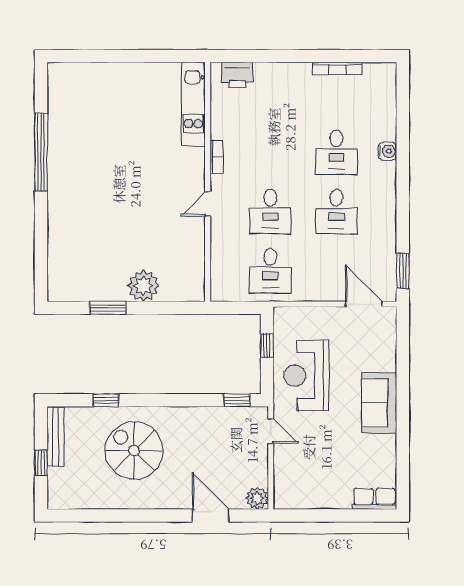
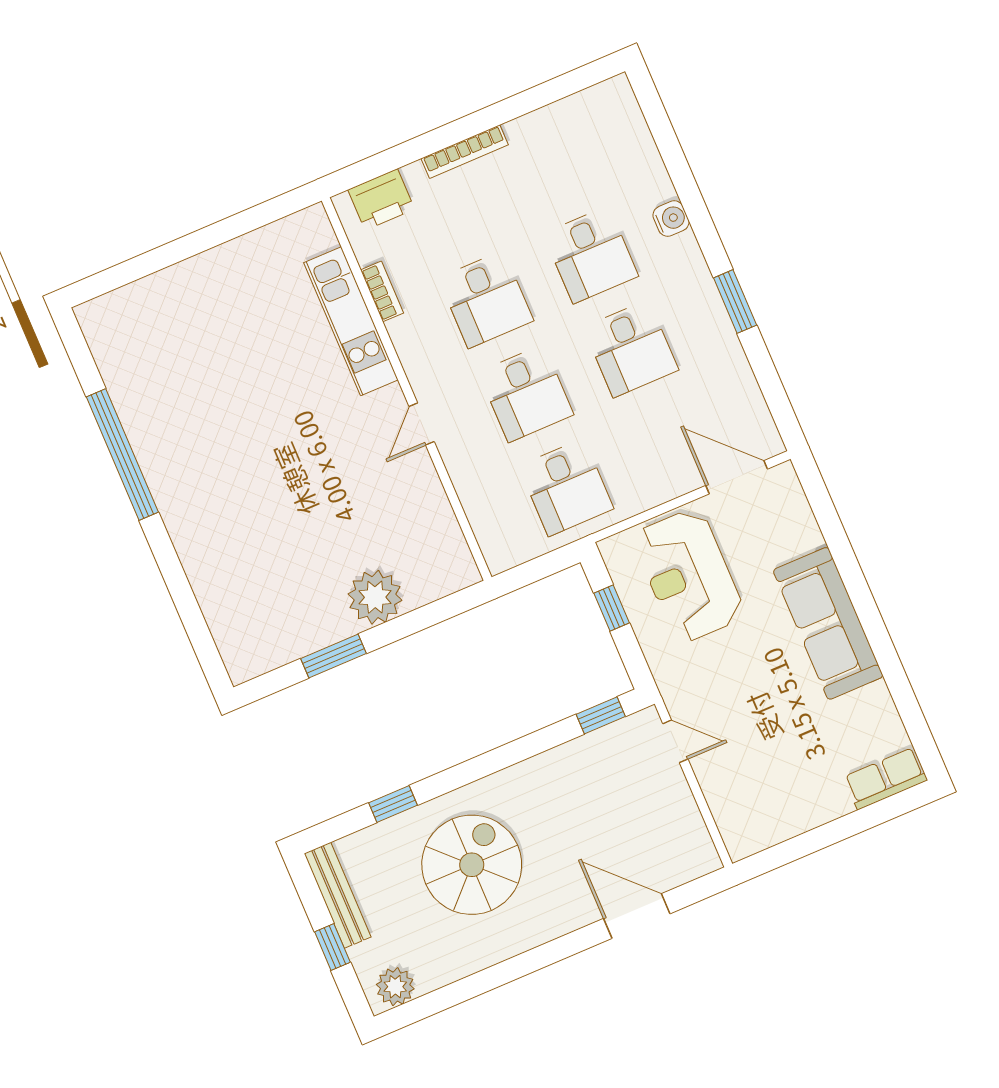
bookcase: (337, 69) -> (465, 152), moved
kitchen unit: (193, 104) -> (351, 321), moved
desk: (270, 152) -> (486, 300), added
bookcase: (217, 157) -> (382, 291), moved
window: (403, 271) -> (735, 301), moved
reception desk: (306, 375) -> (689, 575), moved
sofa: (379, 403) -> (828, 623), width x1.36
spiral stairs: (134, 451) -> (472, 865), turned 90
plant: (257, 498) -> (395, 987), moved

